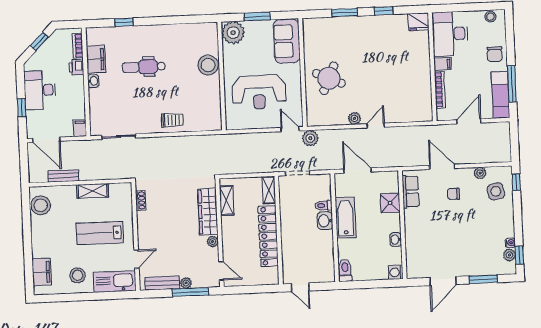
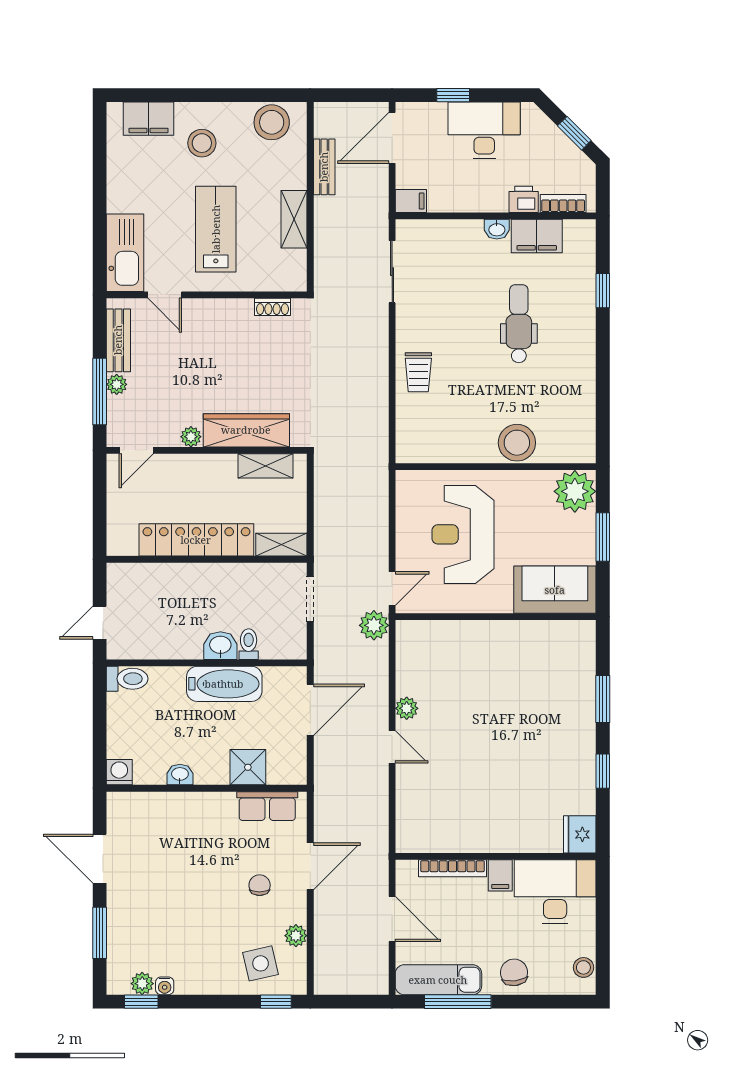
chair: (495, 54) -> (514, 972), turned 83
round table: (329, 78) -> (483, 664), removed
stool: (78, 275) -> (202, 143), moved
door: (300, 287) -> (100, 623), moved

